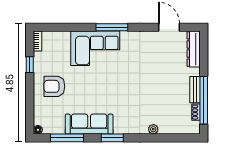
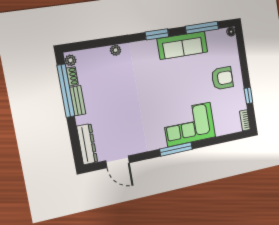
plant: (195, 126) -> (70, 60), added

